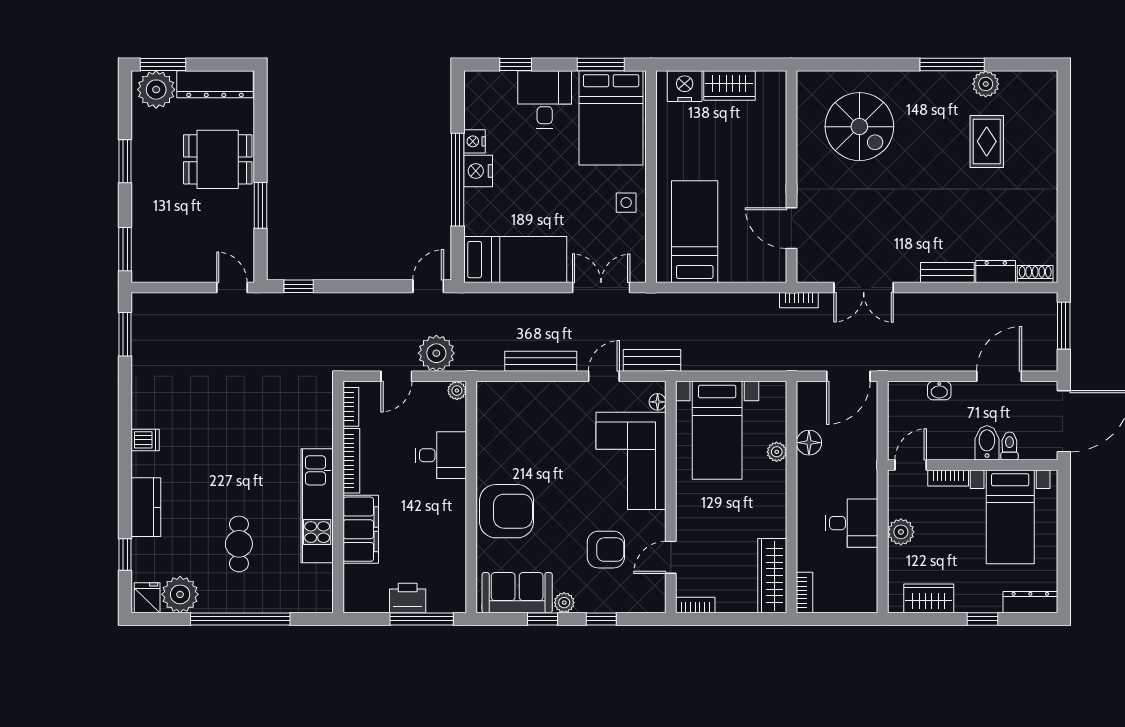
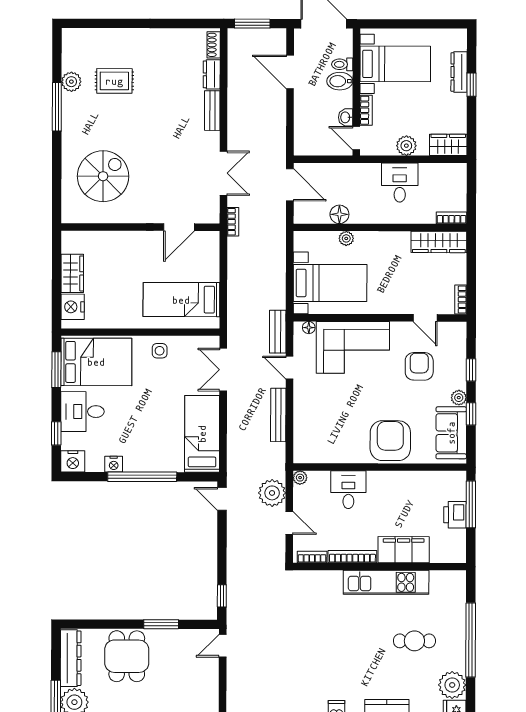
nightstand: (478, 171) -> (73, 461), moved
washbasin: (939, 391) -> (346, 117), moved, turned 180
wardrobe: (929, 598) -> (448, 145), moved, turned 90
dresser: (1030, 602) -> (459, 72), moved

